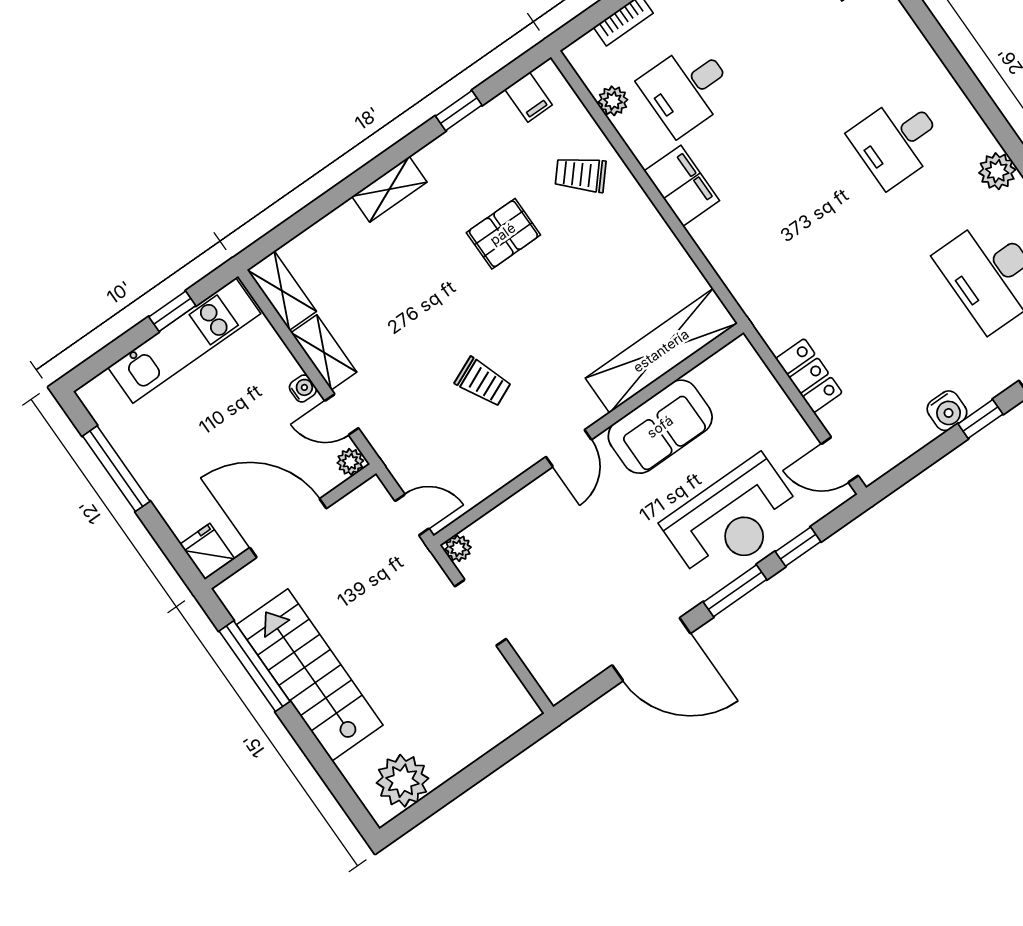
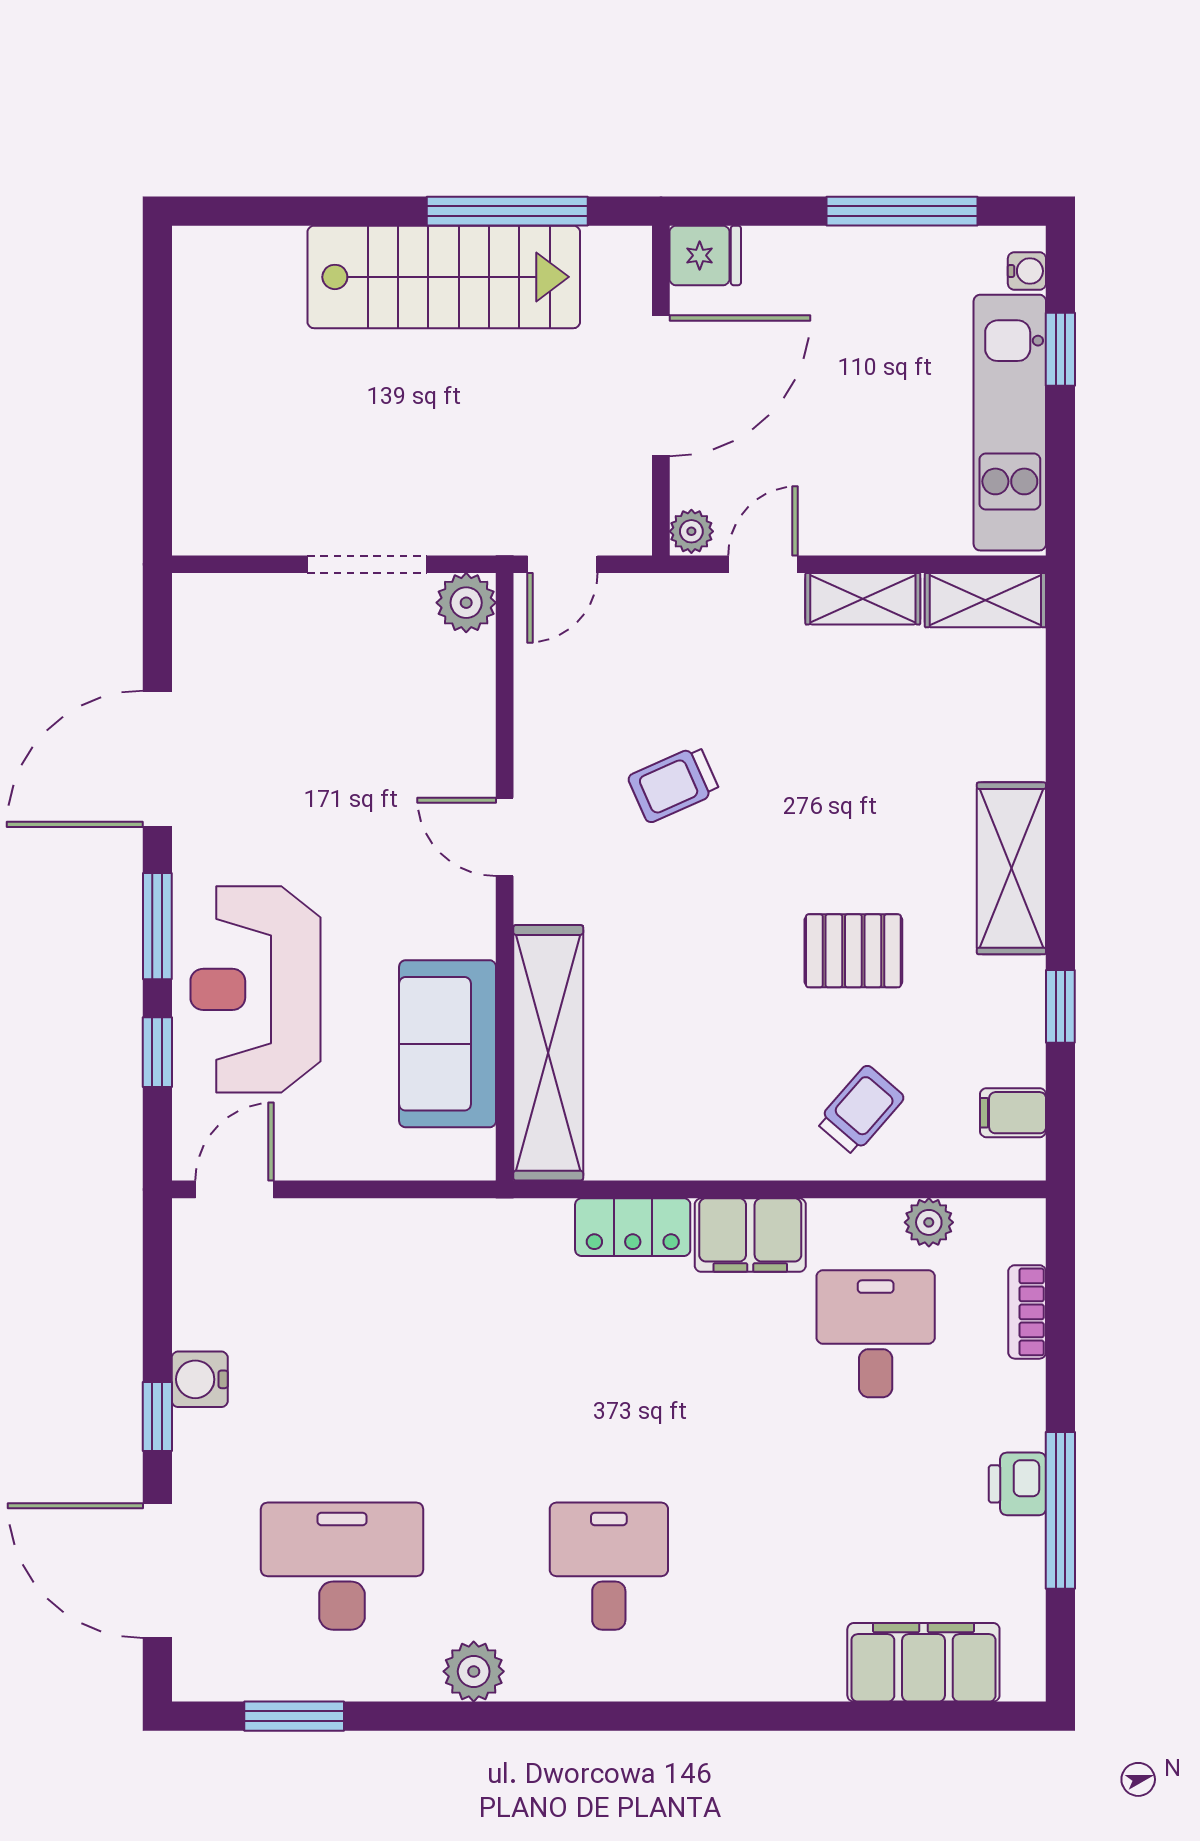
shelving: (389, 189) -> (1011, 868), width x1.50, depth x1.33
pallet: (503, 234) -> (853, 951), turned 90
window: (172, 311) -> (1060, 349), moved
locker: (809, 376) -> (633, 1227), moved
water cooler: (303, 388) -> (1027, 271), moved, turned -90
sofa: (660, 427) -> (448, 1044), moved
plant: (458, 548) -> (466, 603), width x1.38, depth x1.38
plant: (402, 781) -> (215, 302), removed

